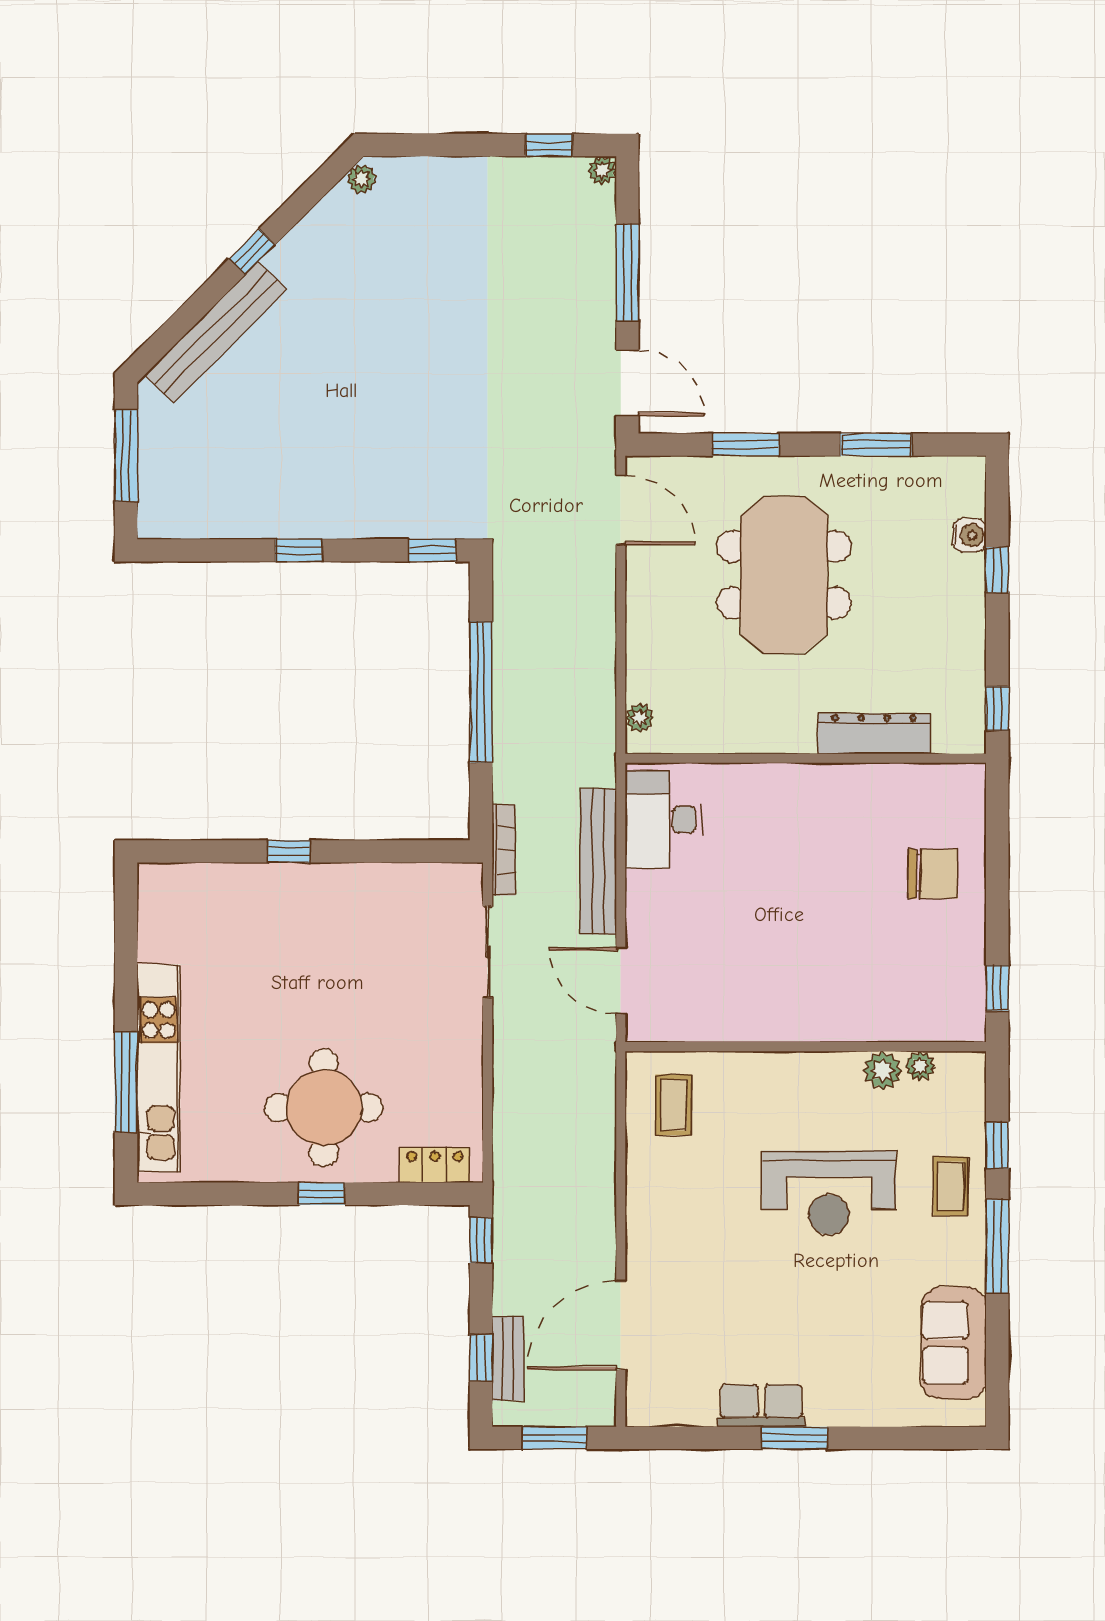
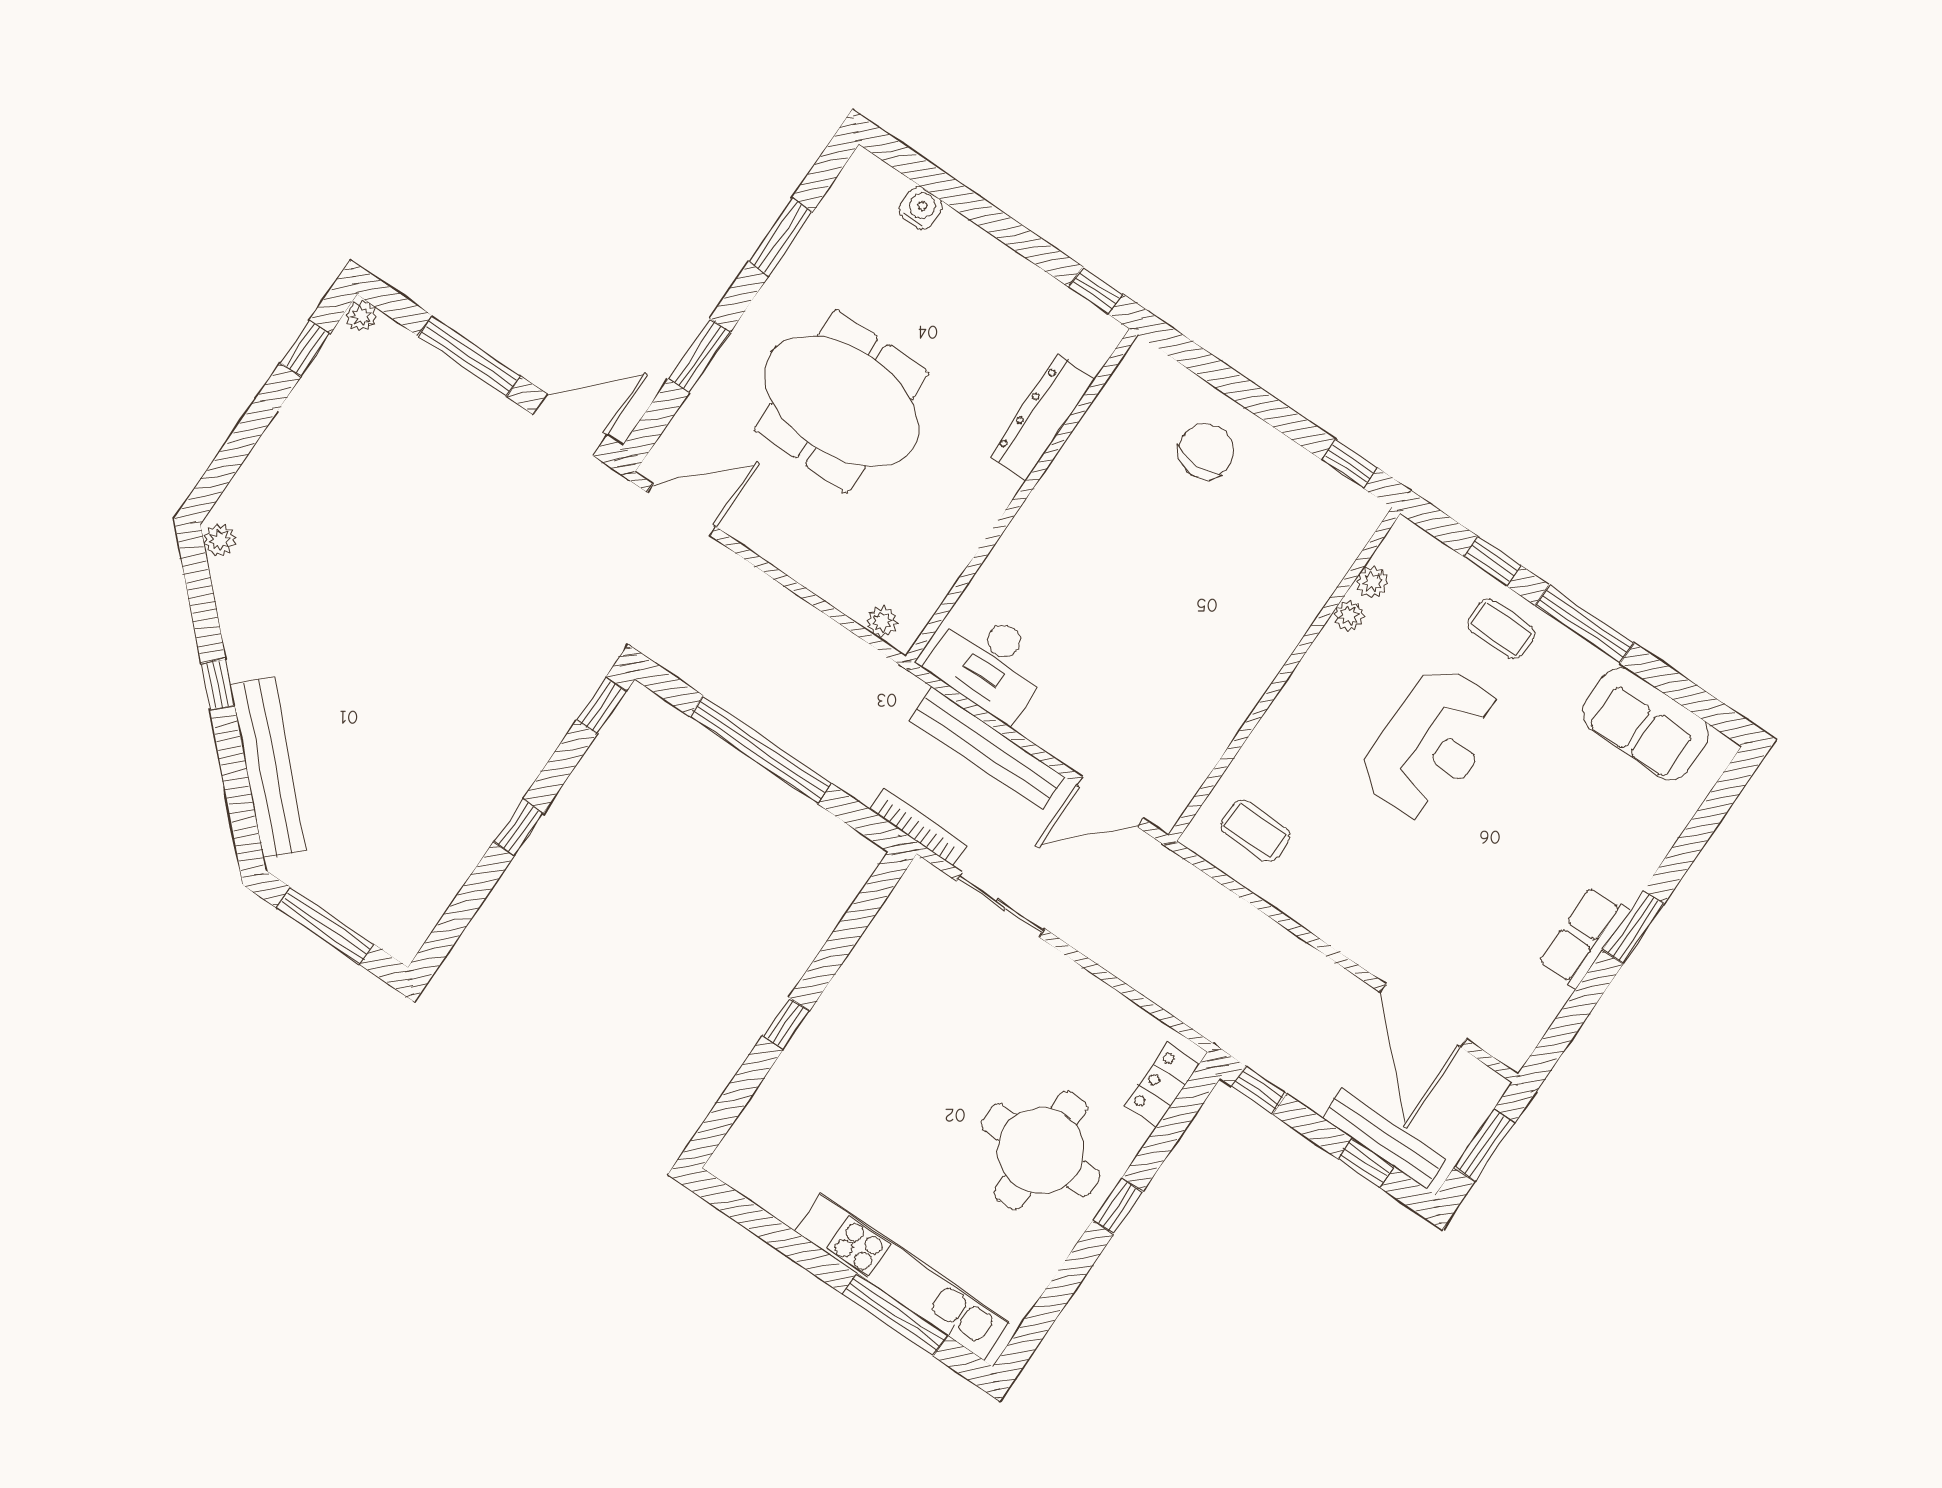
window: (997, 570) -> (970, 204), removed
plant: (883, 1071) -> (1349, 616), width x0.73, depth x0.73
bench: (508, 1359) -> (1383, 1139), width x1.36

